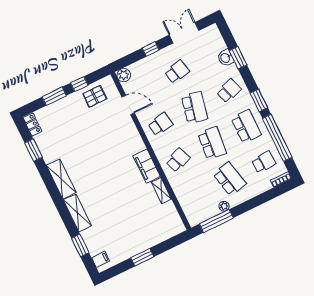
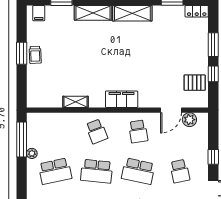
plant: (124, 75) -> (189, 120), moved
pallet: (95, 96) -> (195, 83), turned 90
filing cabinet: (147, 166) -> (122, 99), moved
trolley: (138, 245) -> (35, 55), added

